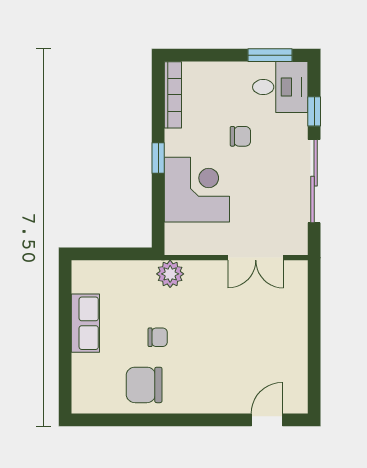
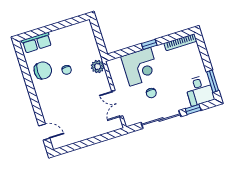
chair: (240, 136) -> (151, 93), moved
row of seats: (85, 323) -> (37, 43), moved
chair: (144, 385) -> (43, 70), turned 90

